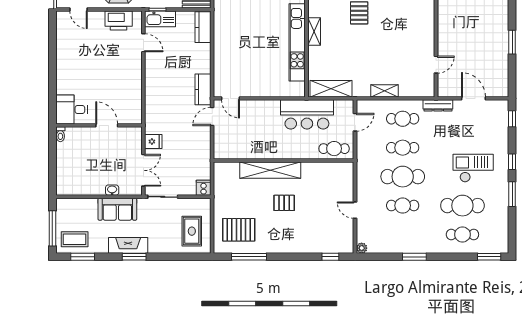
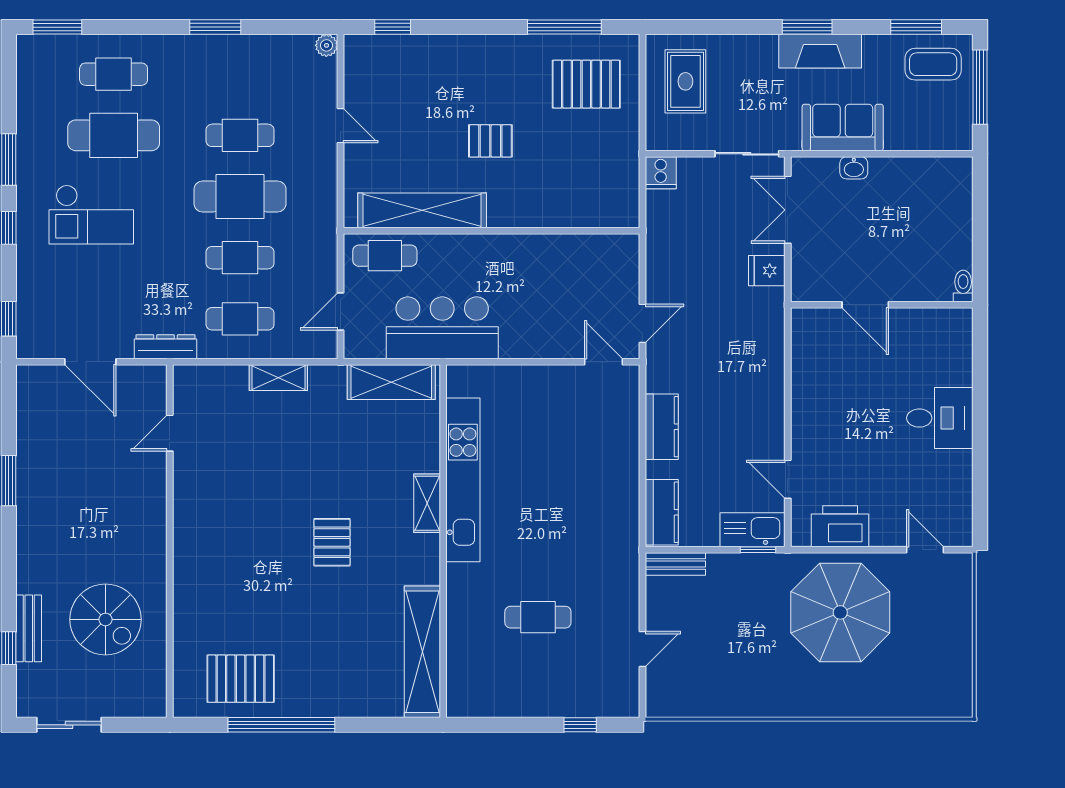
kitchen counter: (203, 89) -> (662, 427), moved
desk: (71, 109) -> (940, 418), moved
shelving: (270, 170) -> (422, 210), moved

